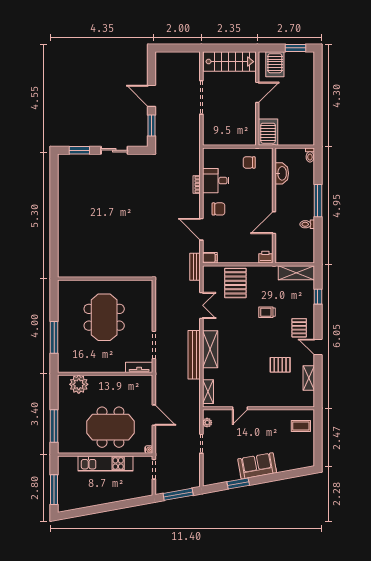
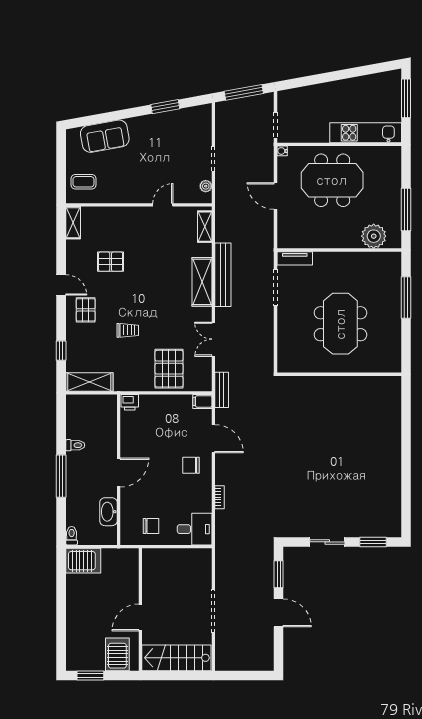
server rack: (268, 132) -> (83, 561), moved, turned -90
desk: (216, 181) -> (195, 529), moved
door: (274, 223) -> (119, 473), moved
shelving: (309, 378) -> (73, 223), moved
window: (54, 426) -> (406, 209), moved
kitchen unit: (106, 463) -> (366, 133), moved
sofa: (257, 466) -> (105, 136), moved

